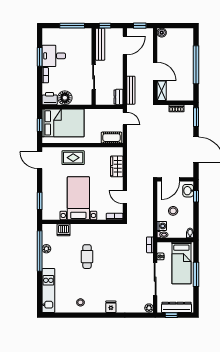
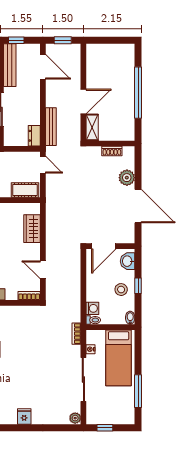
boiler: (162, 33) -> (92, 50), removed
door: (125, 45) -> (43, 67), hinge flipped
door: (155, 71) -> (83, 102), hinge flipped
window: (196, 117) -> (138, 163), removed
plant: (188, 128) -> (127, 178), added
window: (196, 196) -> (138, 286), moved
stool: (173, 211) -> (121, 290), moved
window: (196, 274) -> (138, 391), moved
dresser: (177, 307) -> (112, 417), removed

